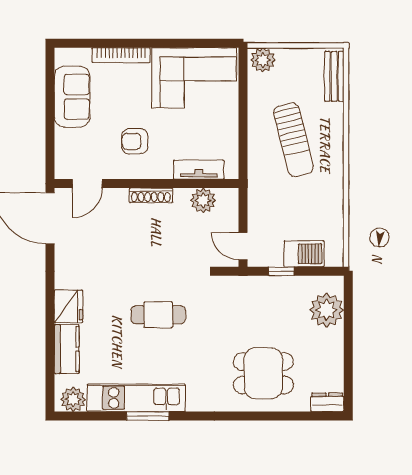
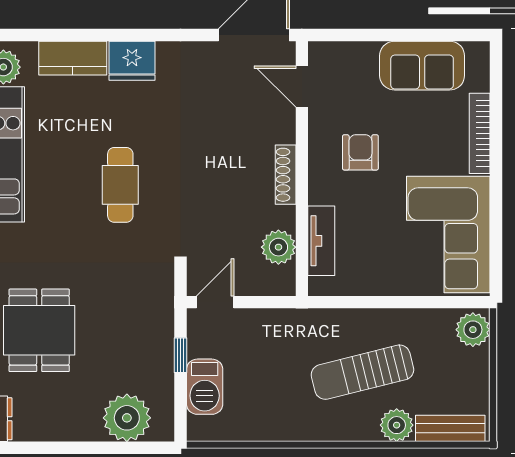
plant: (332, 115) -> (397, 425), added

